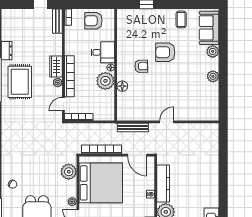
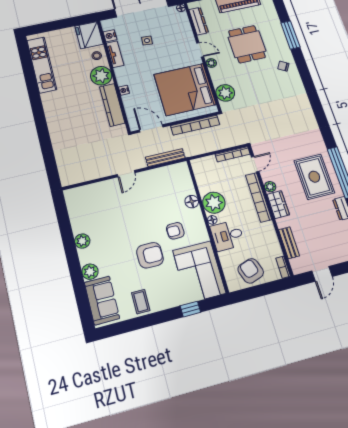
bench: (57, 21) -> (289, 243), moved
armchair: (93, 21) -> (251, 271), turned -109
corner sofa: (132, 30) -> (199, 272), added

